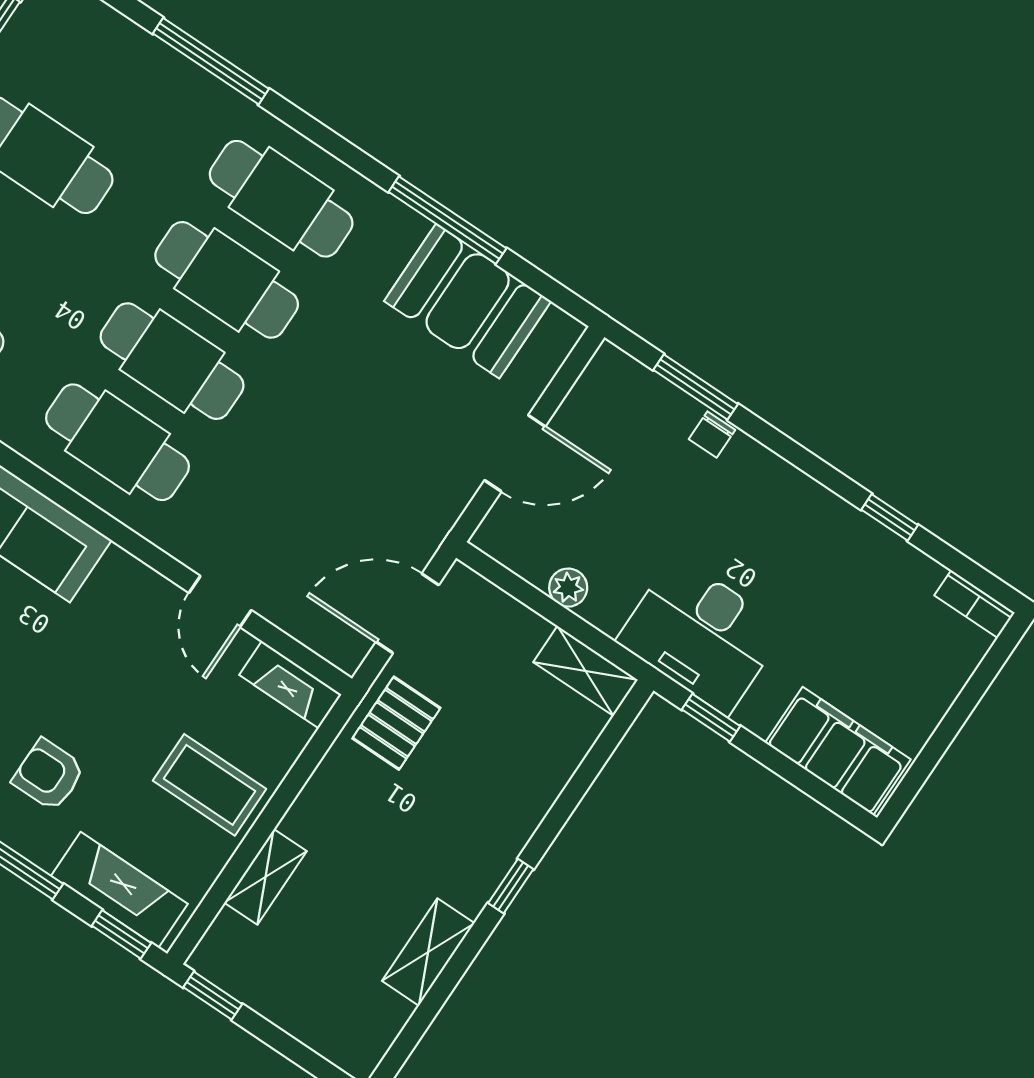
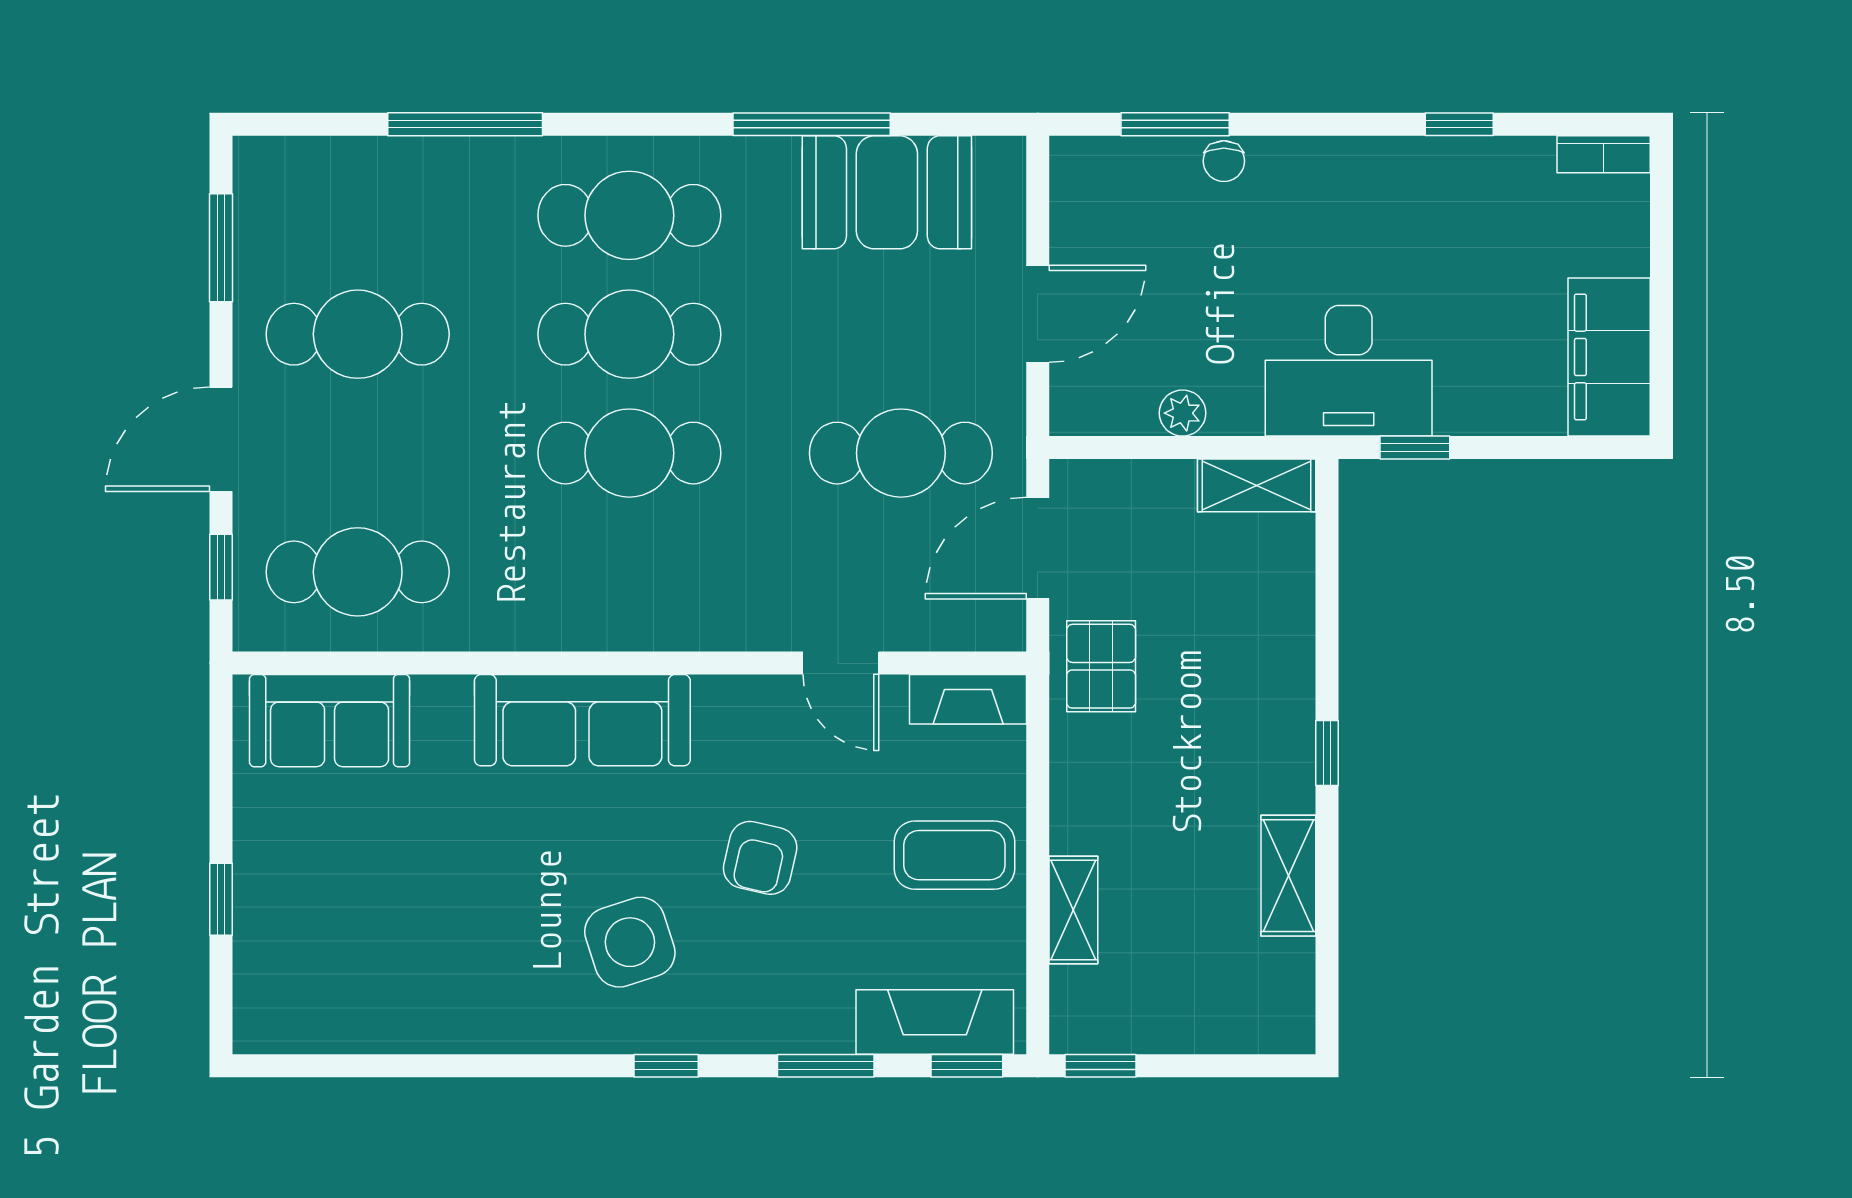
cafe table: (117, 442) -> (901, 453), moved
filing cabinet: (838, 751) -> (1609, 357), moved, turned -90
armchair: (49, 775) -> (760, 858), moved, turned -77

